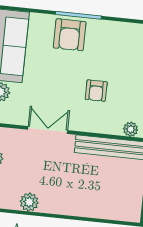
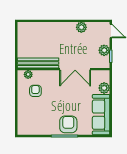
armchair: (96, 91) -> (35, 91), moved
double door: (48, 130) -> (75, 69), width x1.37

